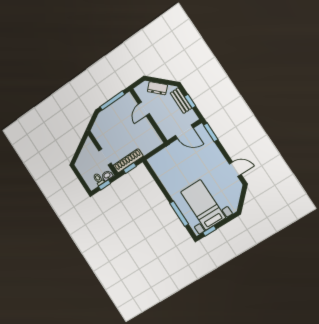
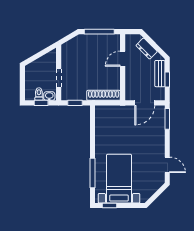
door: (184, 132) -> (145, 103), hinge flipped
shoe rack: (128, 161) -> (104, 95), moved

